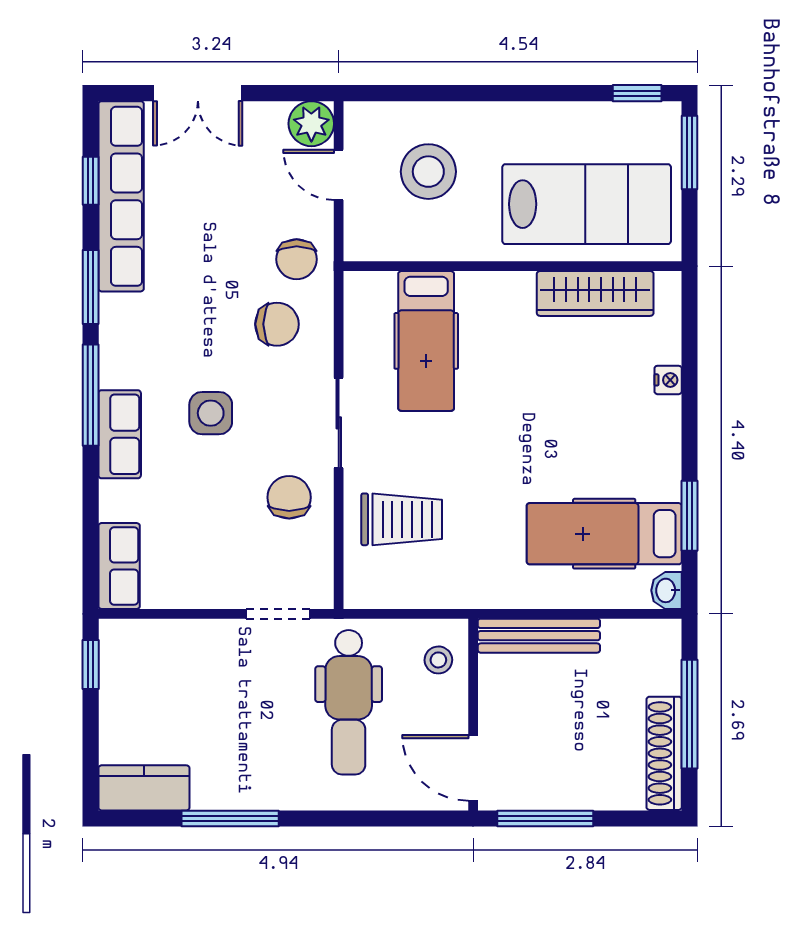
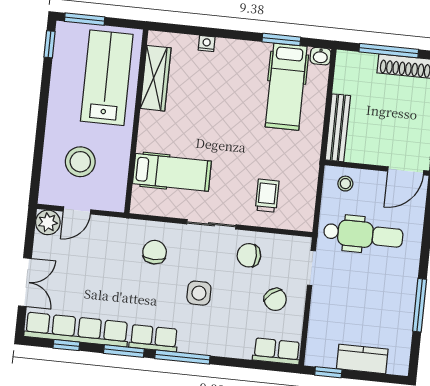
chair: (297, 259) -> (275, 299), moved, turned 52
row of seats: (120, 434) -> (154, 338), moved
trolley: (402, 519) -> (267, 196), width x0.73, depth x0.72
kitchen counter: (144, 788) -> (362, 359), moved, turned 90

